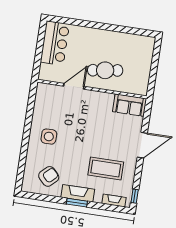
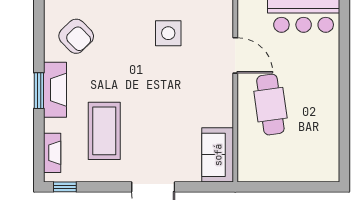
side table: (49, 137) -> (168, 33), moved

